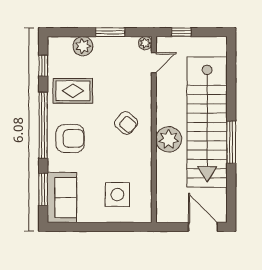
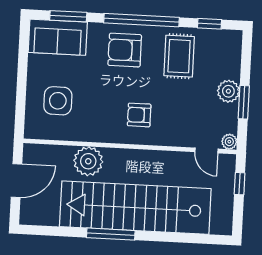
plant: (83, 46) -> (228, 91), moved
armchair: (126, 123) -> (139, 115), turned 49
armchair: (70, 138) -> (125, 50), turned 90
plant: (169, 139) -> (88, 161), moved
door: (203, 227) -> (17, 181), moved

